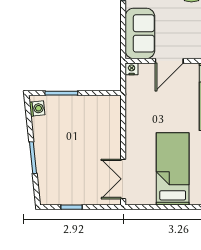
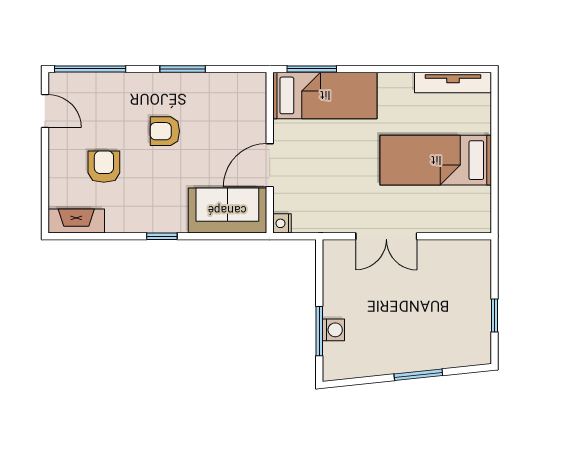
door: (169, 61) -> (270, 165), swing flipped
washing machine: (37, 108) -> (333, 330), moved, turned 96
double door: (123, 179) -> (386, 236), moved

